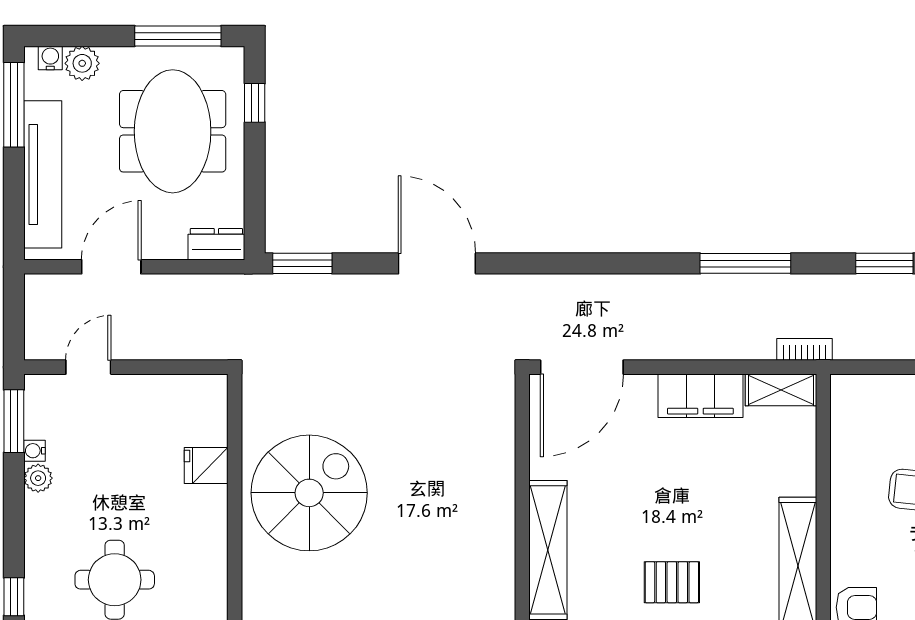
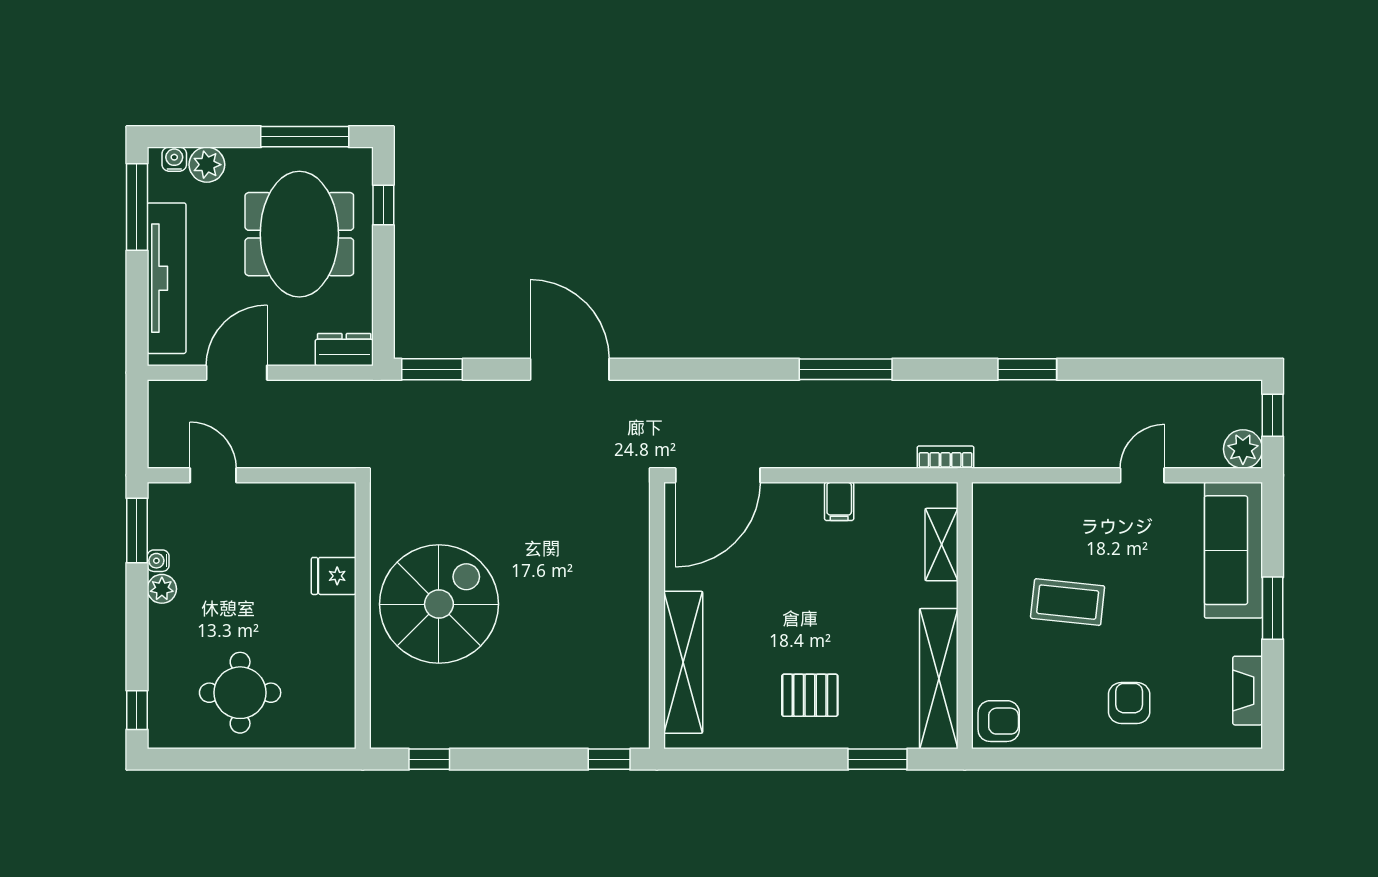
window: (745, 263) -> (846, 369), moved
door: (88, 367) -> (213, 475), hinge flipped
shelving: (781, 390) -> (942, 545), moved, turned 90
filing cabinet: (700, 396) -> (839, 501), width x0.33, depth x0.86

